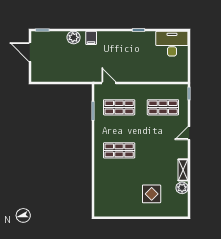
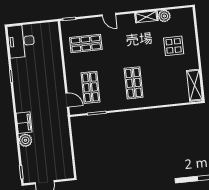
filing cabinet: (91, 38) -> (24, 123), width x2.00
door: (109, 83) -> (67, 100), swing flipped
shop shelf: (163, 107) -> (86, 44), turned 90
shelving: (110, 210) -> (194, 85), added

